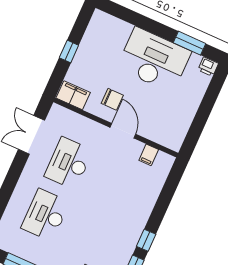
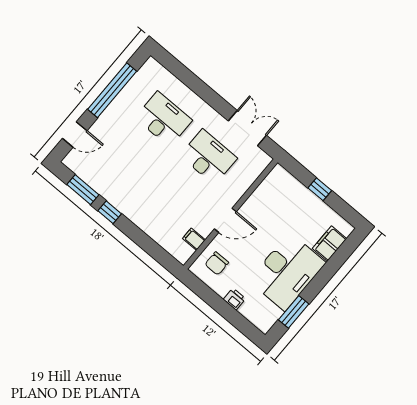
printer: (208, 67) -> (234, 299), moved, turned 90
filing cabinet: (73, 95) -> (330, 244), moved, turned 180
chair: (112, 99) -> (217, 263), moved

